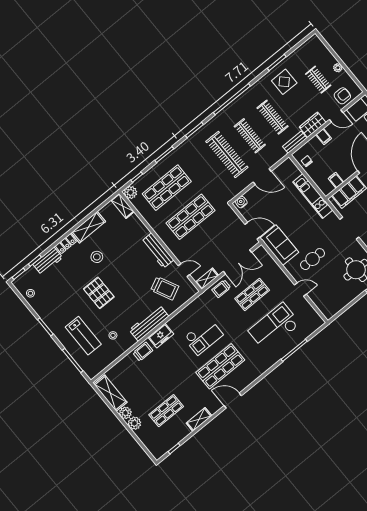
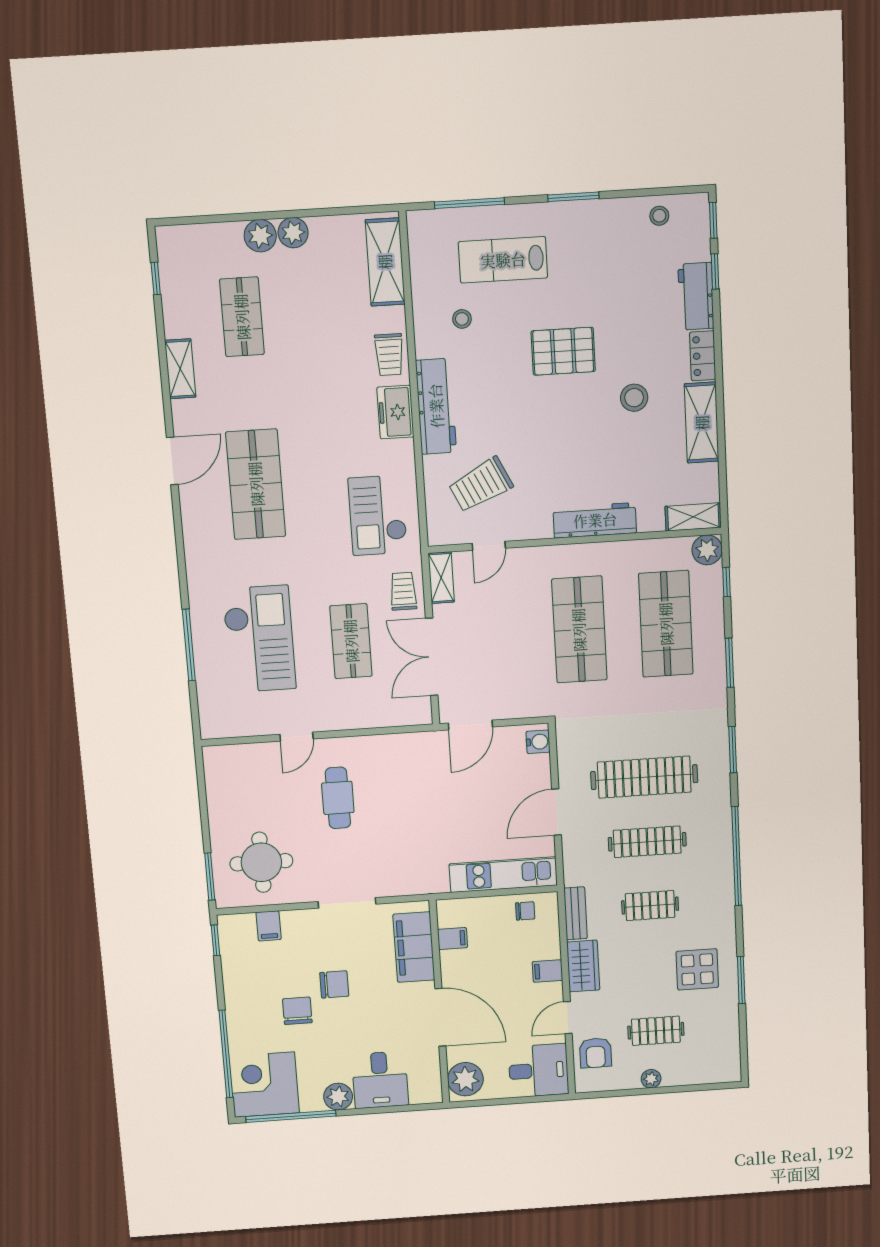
clothes rail: (273, 117) -> (650, 906), width x0.73
kitchen unit: (313, 196) -> (503, 875), moved
sofa: (279, 245) -> (407, 756), removed
workbench: (158, 251) -> (595, 520), moved
checkout: (203, 336) -> (378, 515), moved
shelving: (110, 393) -> (385, 262), moved, turned 90

